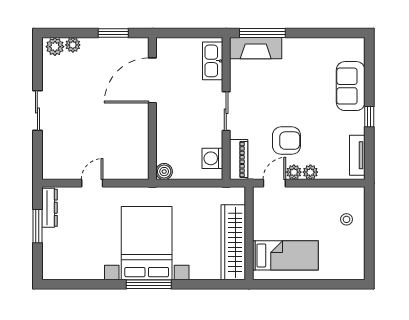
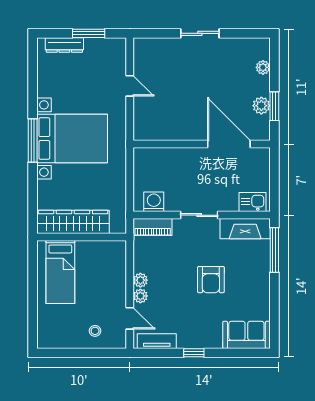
plant: (55, 47) -> (261, 106), moved
fireplace: (256, 48) -> (245, 229), moved, turned -90
kitchen sink: (213, 61) -> (253, 202), width x0.73
sofa: (351, 86) -> (246, 335), moved
armchair: (286, 141) -> (211, 280), moved
boiler: (164, 172) -> (141, 155), removed
door: (274, 183) -> (130, 318), moved
dresser: (50, 208) -> (64, 45), moved

